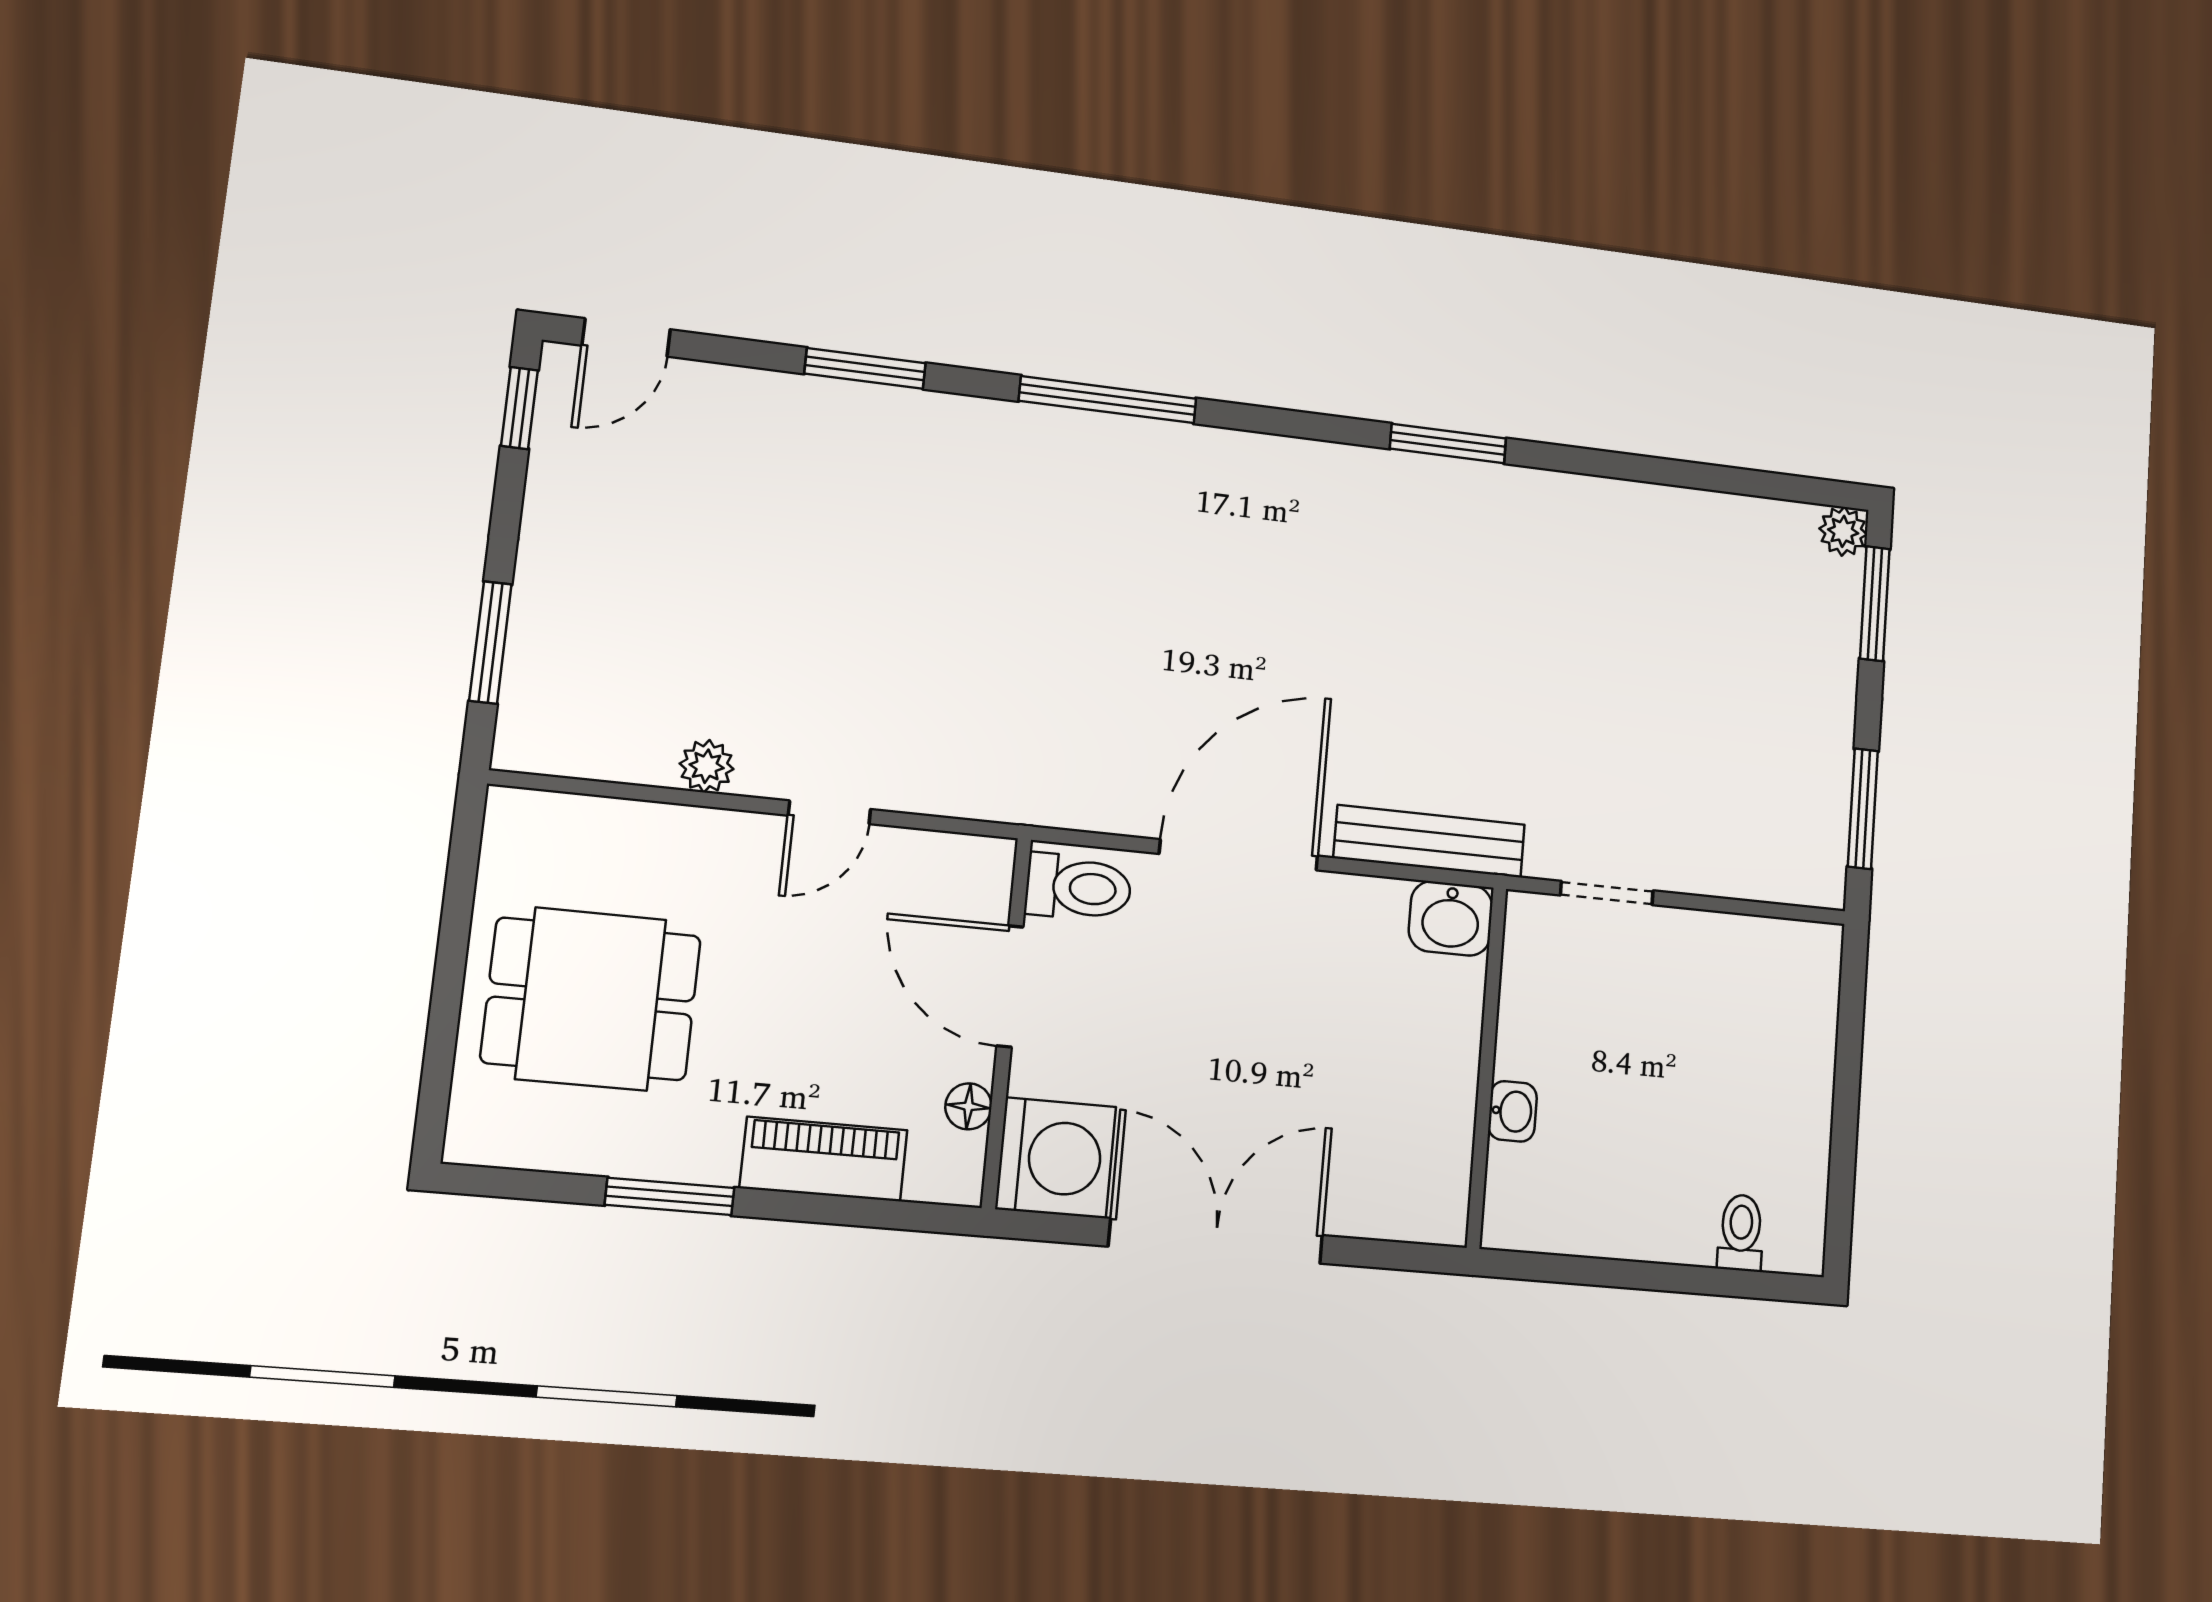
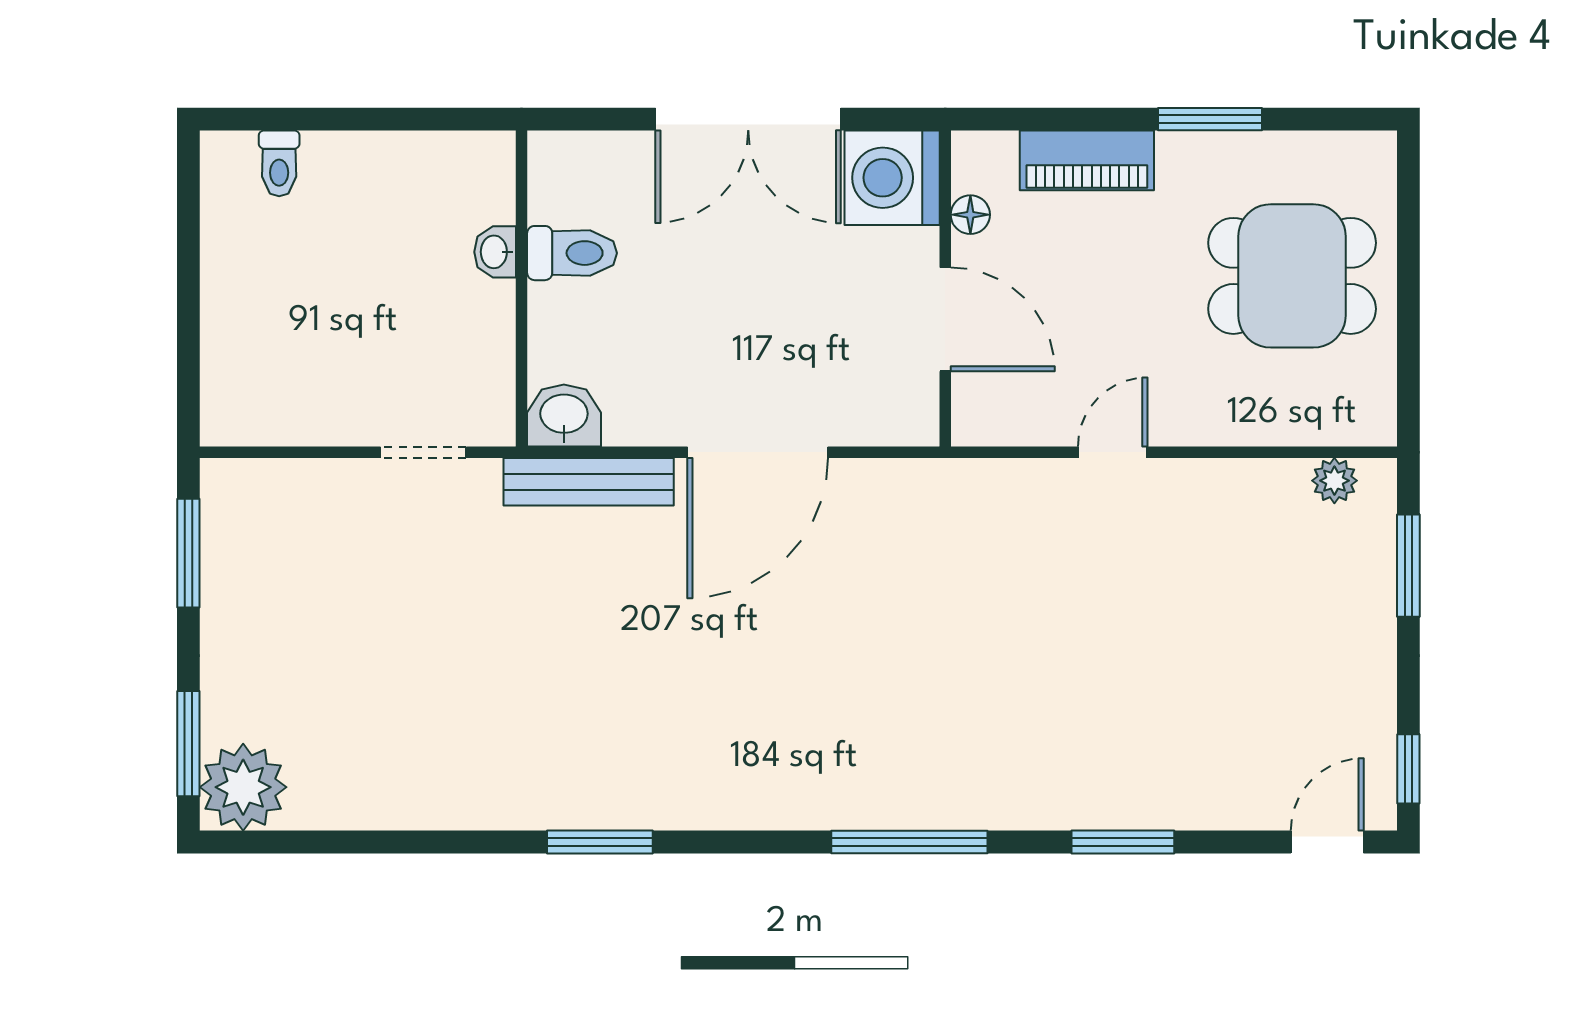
plant: (1843, 531) -> (243, 787), width x1.88, depth x1.88
plant: (707, 766) -> (1334, 481), moved
toilet: (1078, 888) -> (572, 253), moved, turned 180

